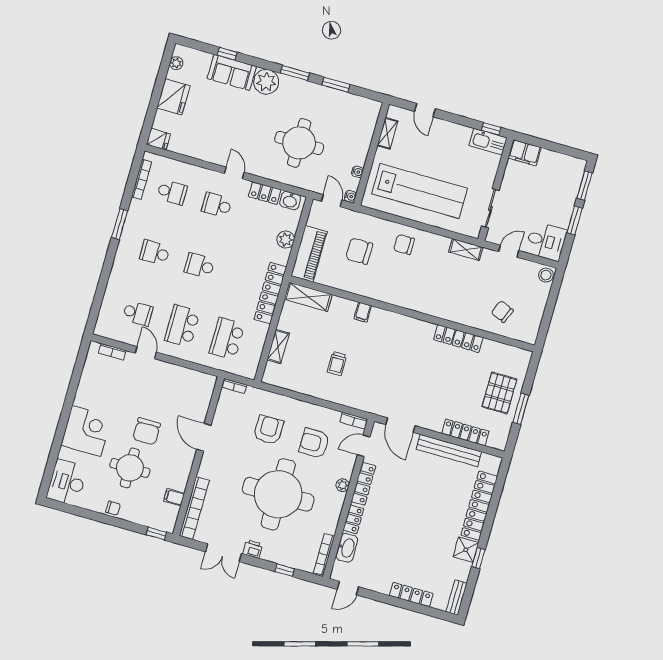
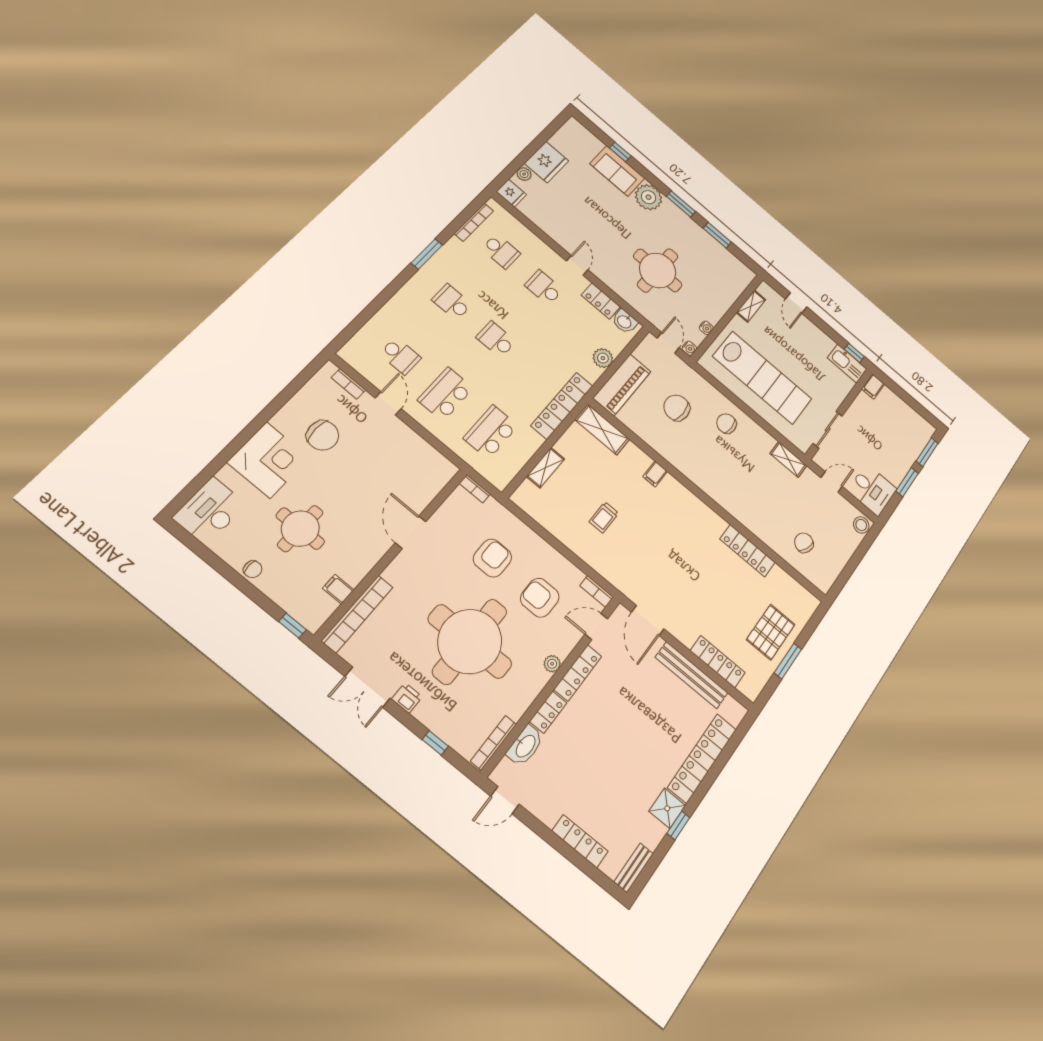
plant: (176, 63) -> (524, 174), moved
filing cabinet: (525, 153) -> (873, 386), width x0.50
chair: (147, 431) -> (323, 435), moved, turned -90

